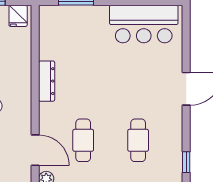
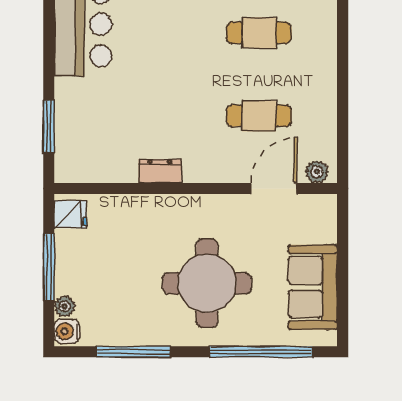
dresser: (47, 81) -> (160, 171), width x0.70

